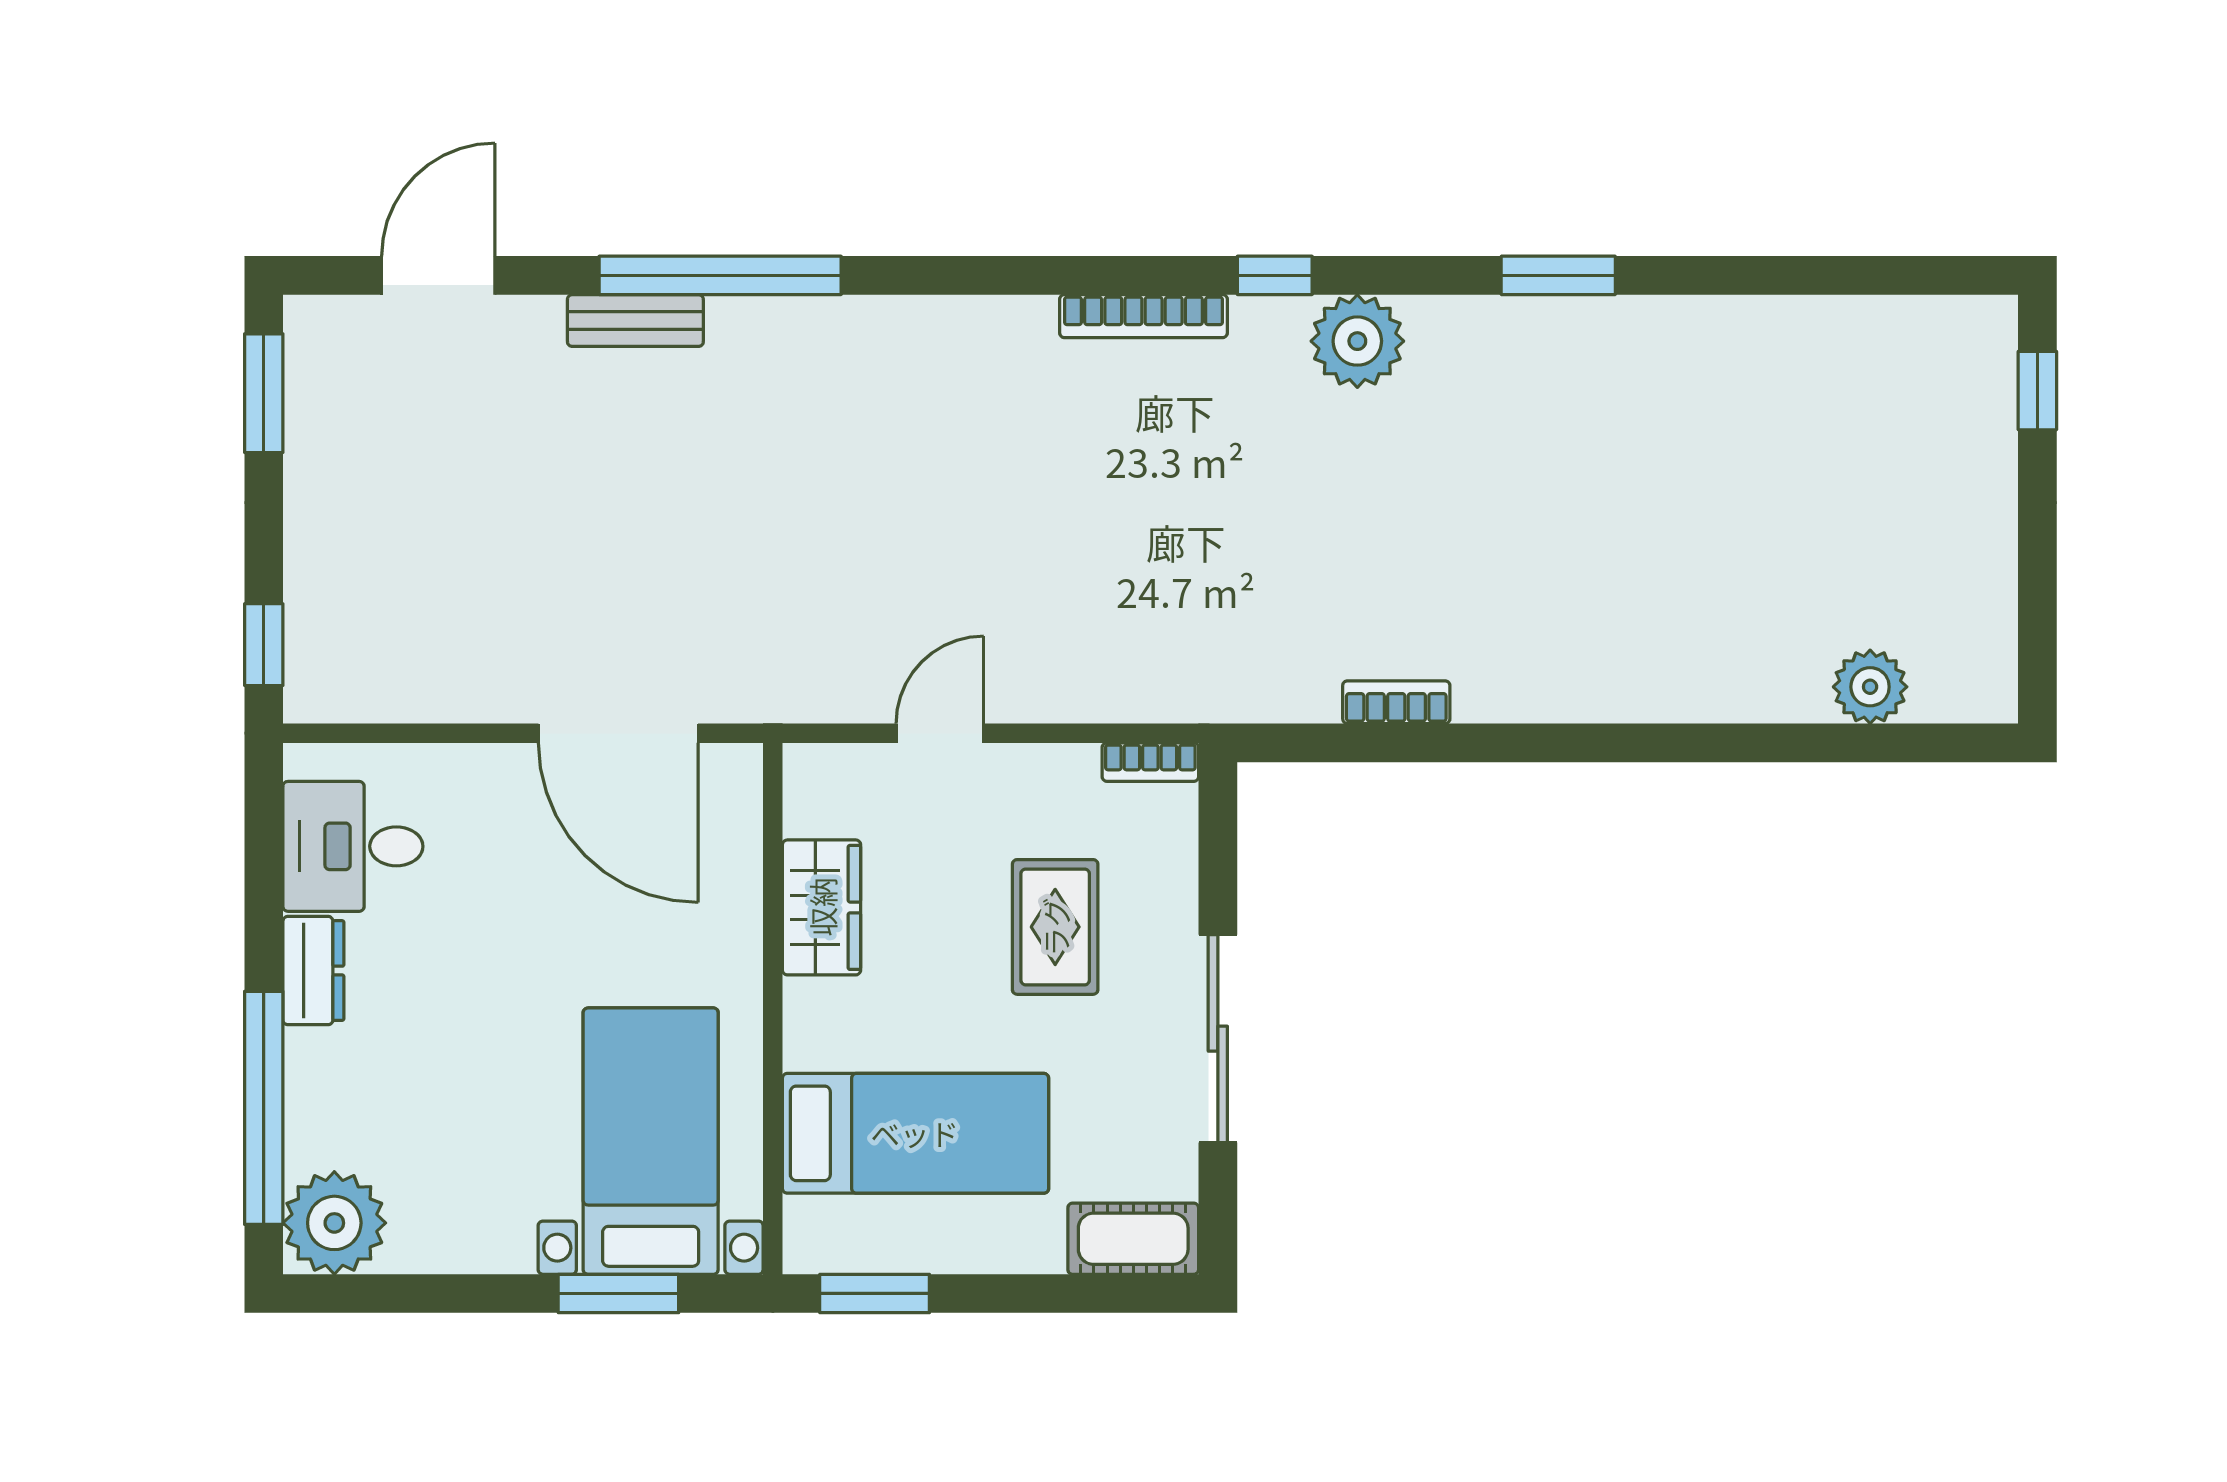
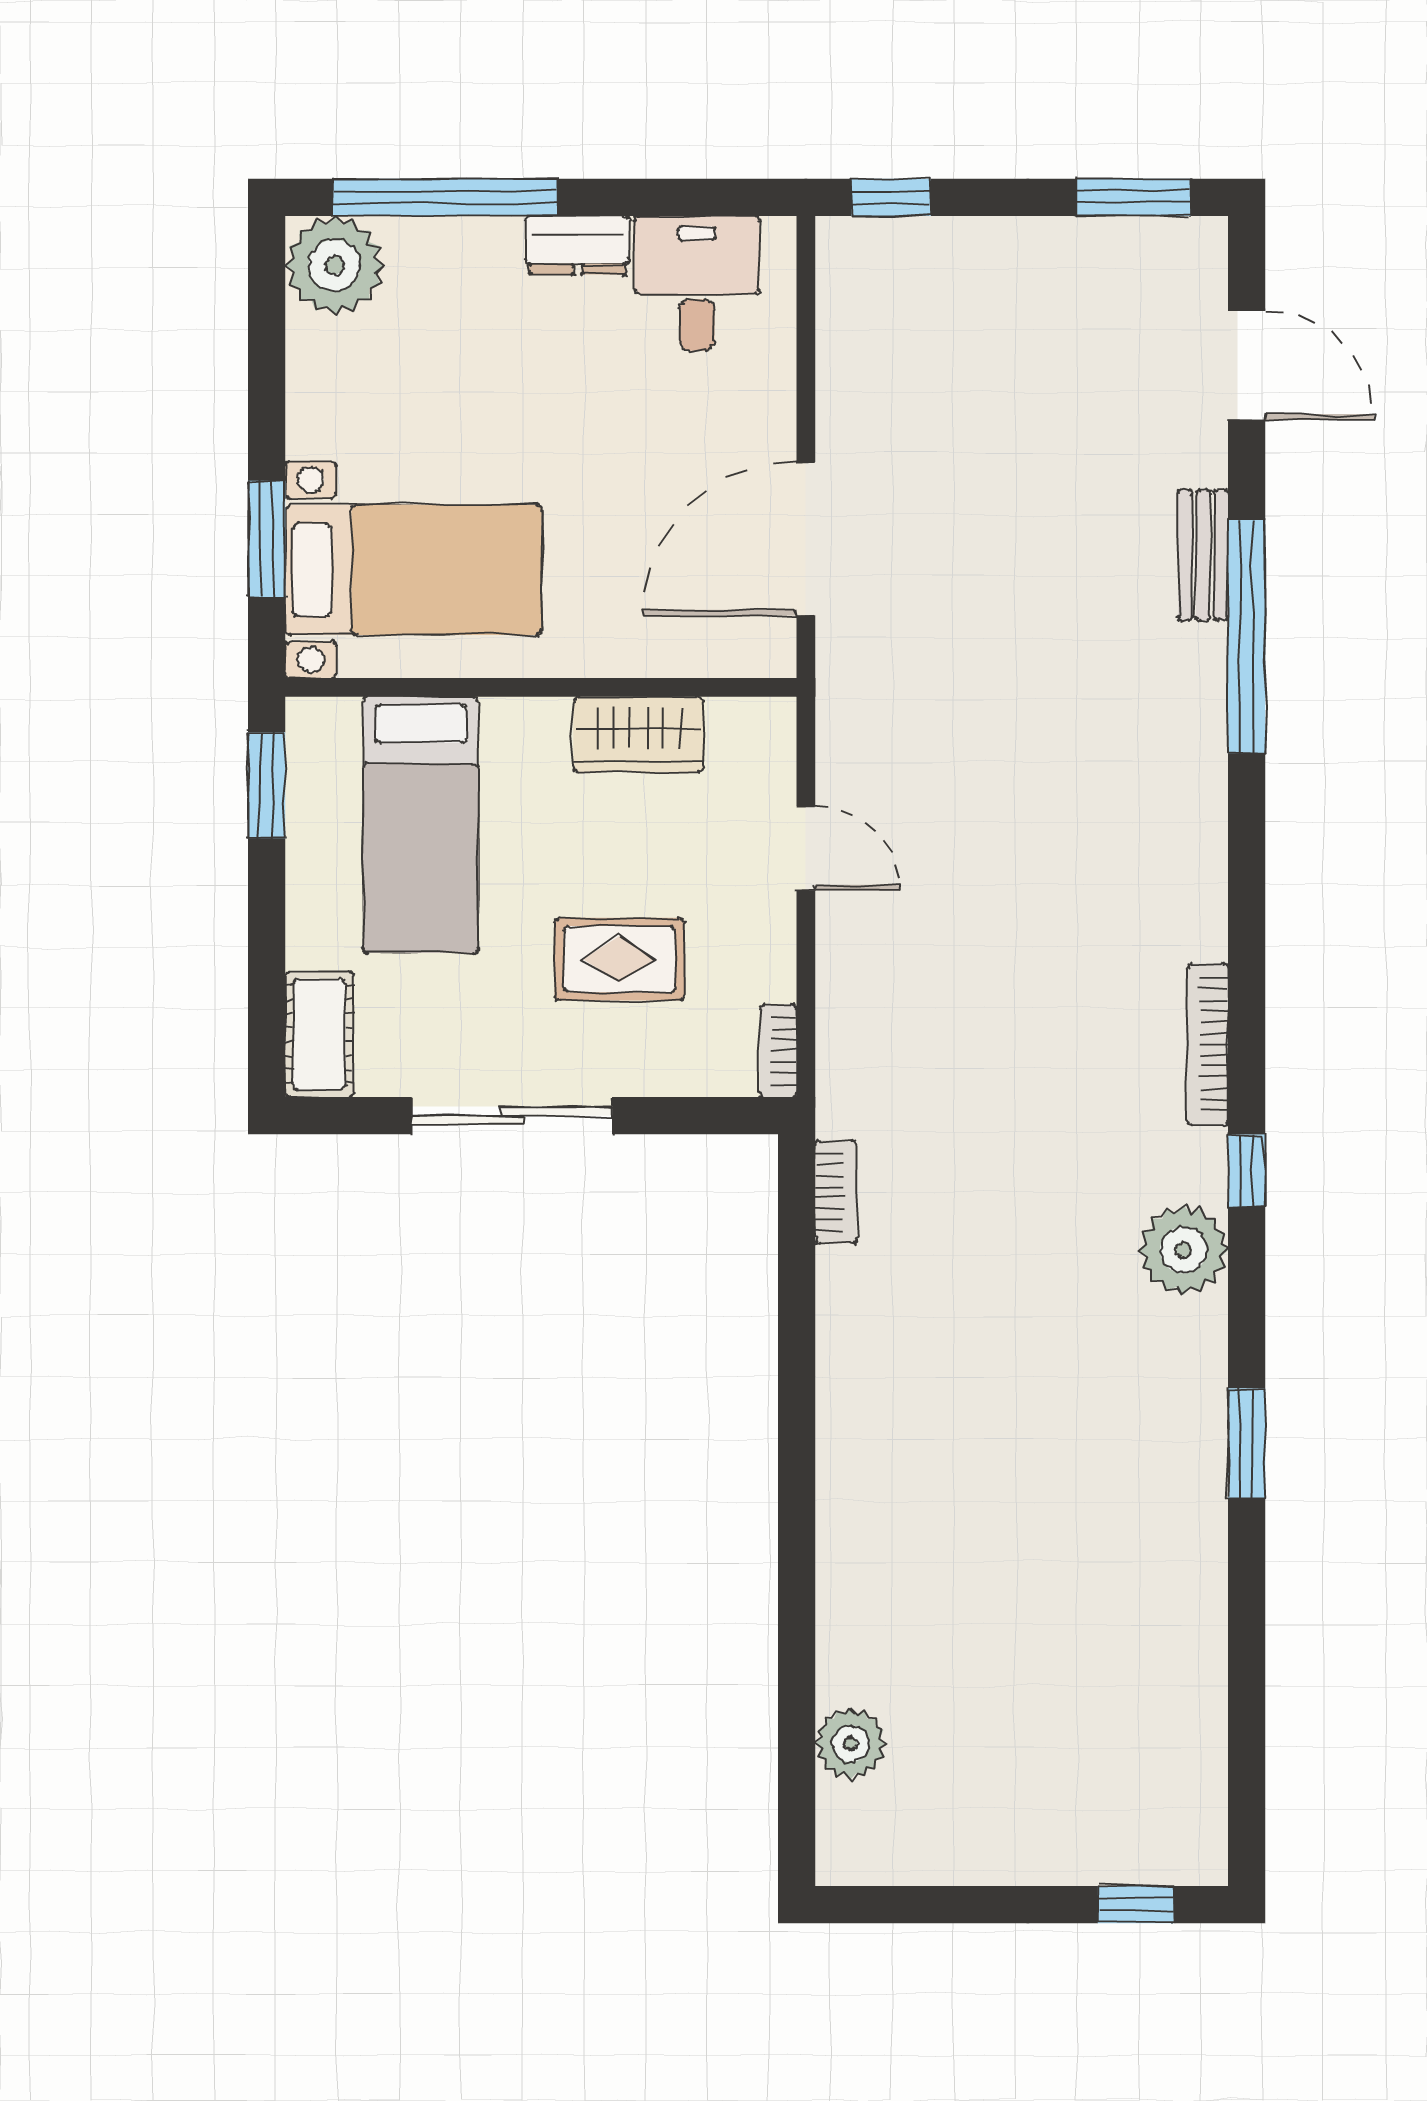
bookcase: (1396, 702) -> (836, 1192), moved

